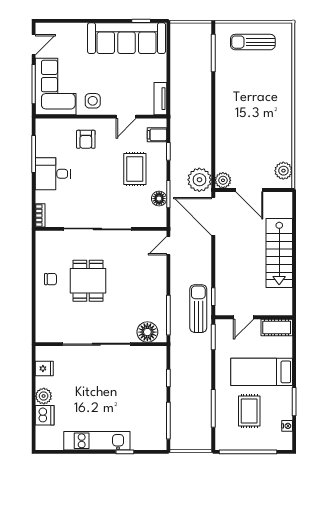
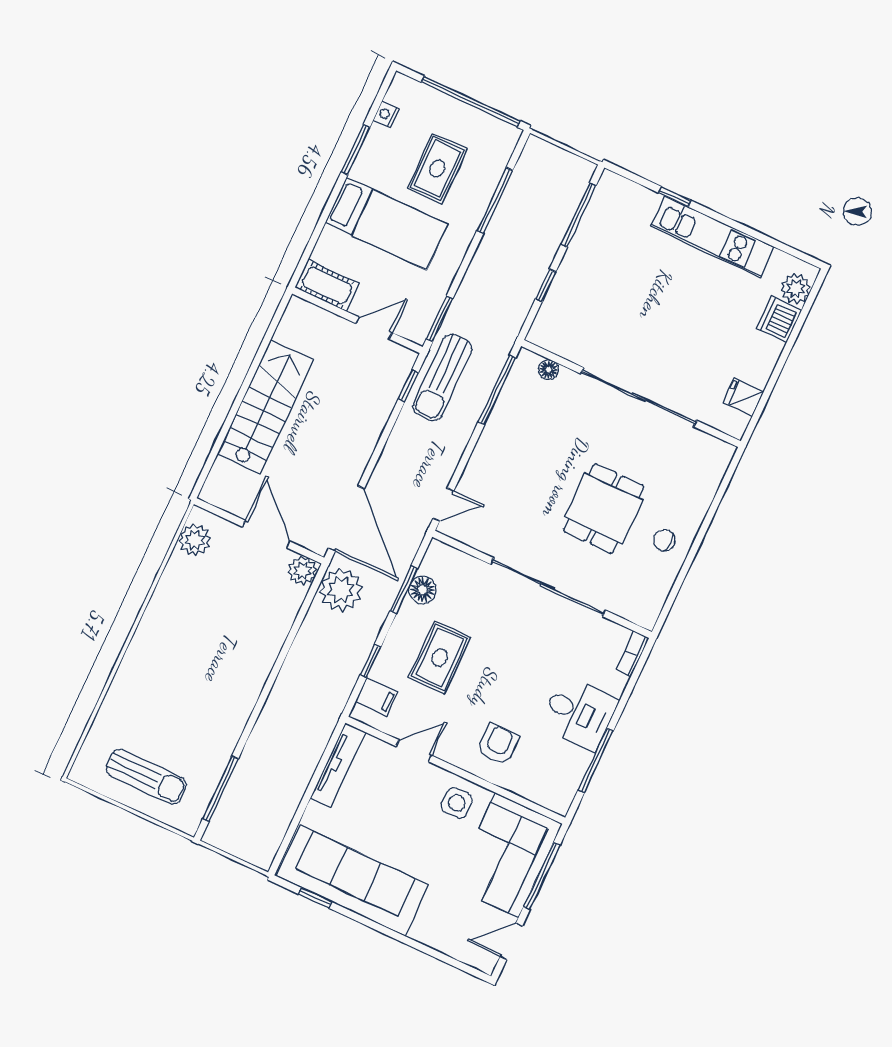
tv unit: (160, 99) -> (338, 765), width x1.41
floor lamp: (147, 332) -> (548, 370), width x0.53, depth x0.53
plant: (44, 396) -> (796, 289), moved

